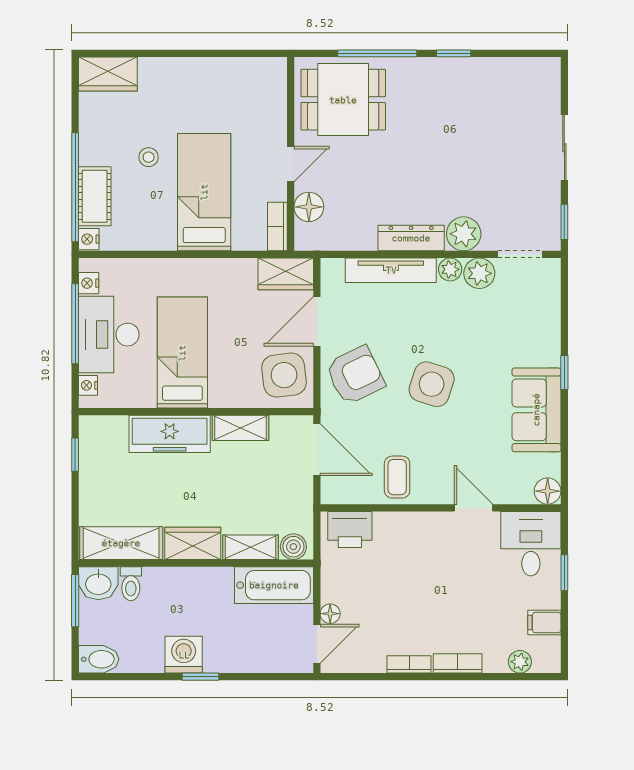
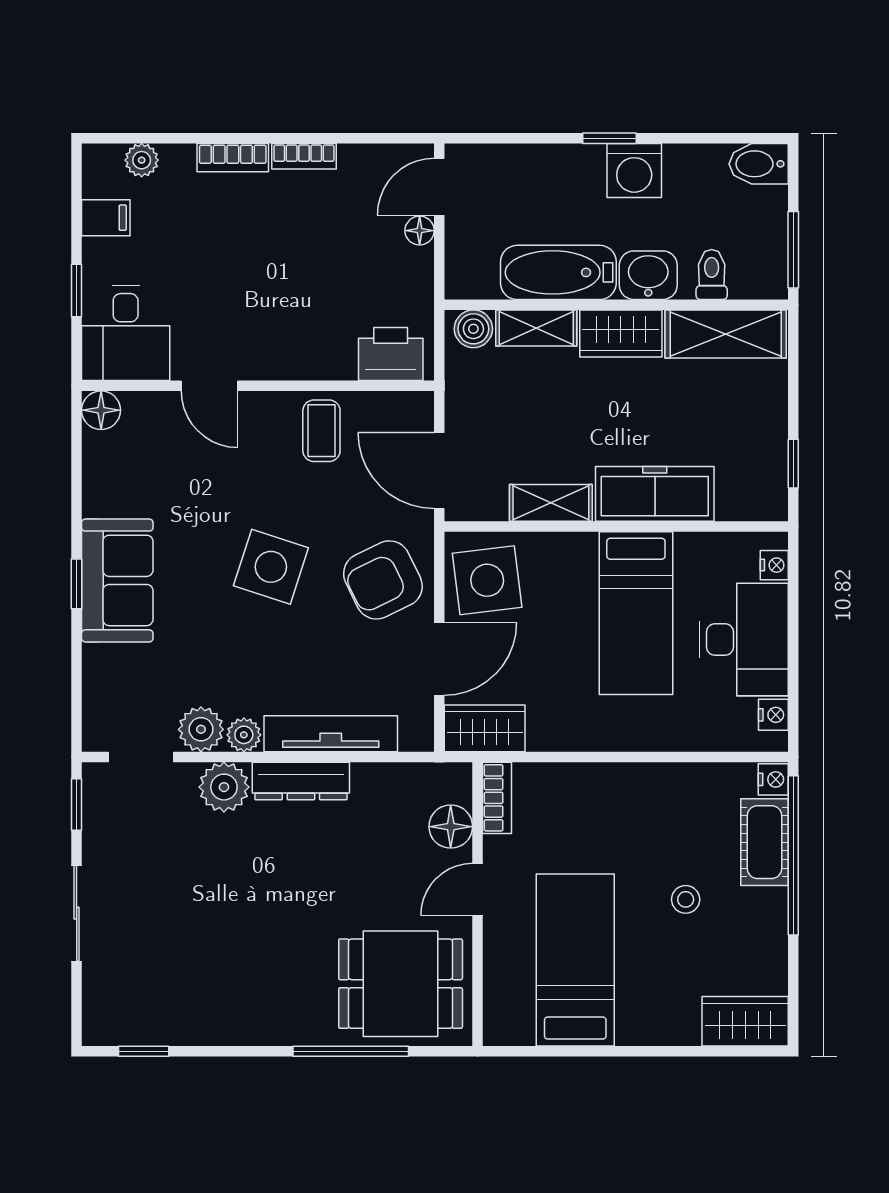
window: (454, 53) -> (144, 1051), moved
bed: (204, 192) -> (575, 960), moved, turned 180
window: (75, 324) -> (793, 655), removed
sofa: (536, 410) -> (117, 580), moved
washbasin: (98, 583) -> (648, 275), moved
bathtub: (274, 585) -> (558, 272), moved

